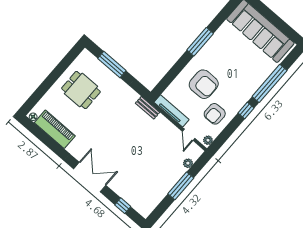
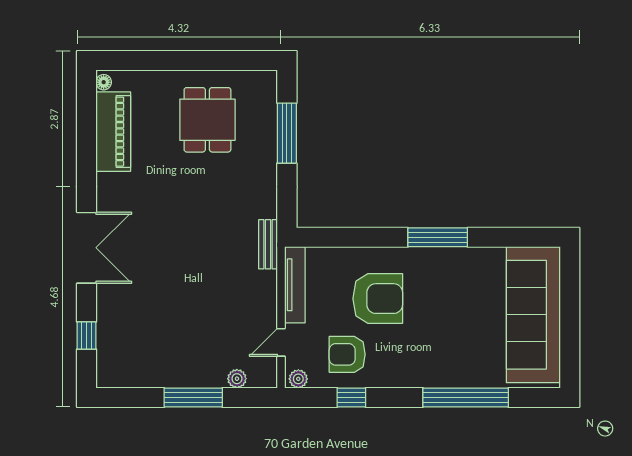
armchair: (204, 84) -> (378, 299), turned -90
window: (246, 111) -> (351, 398), moved

